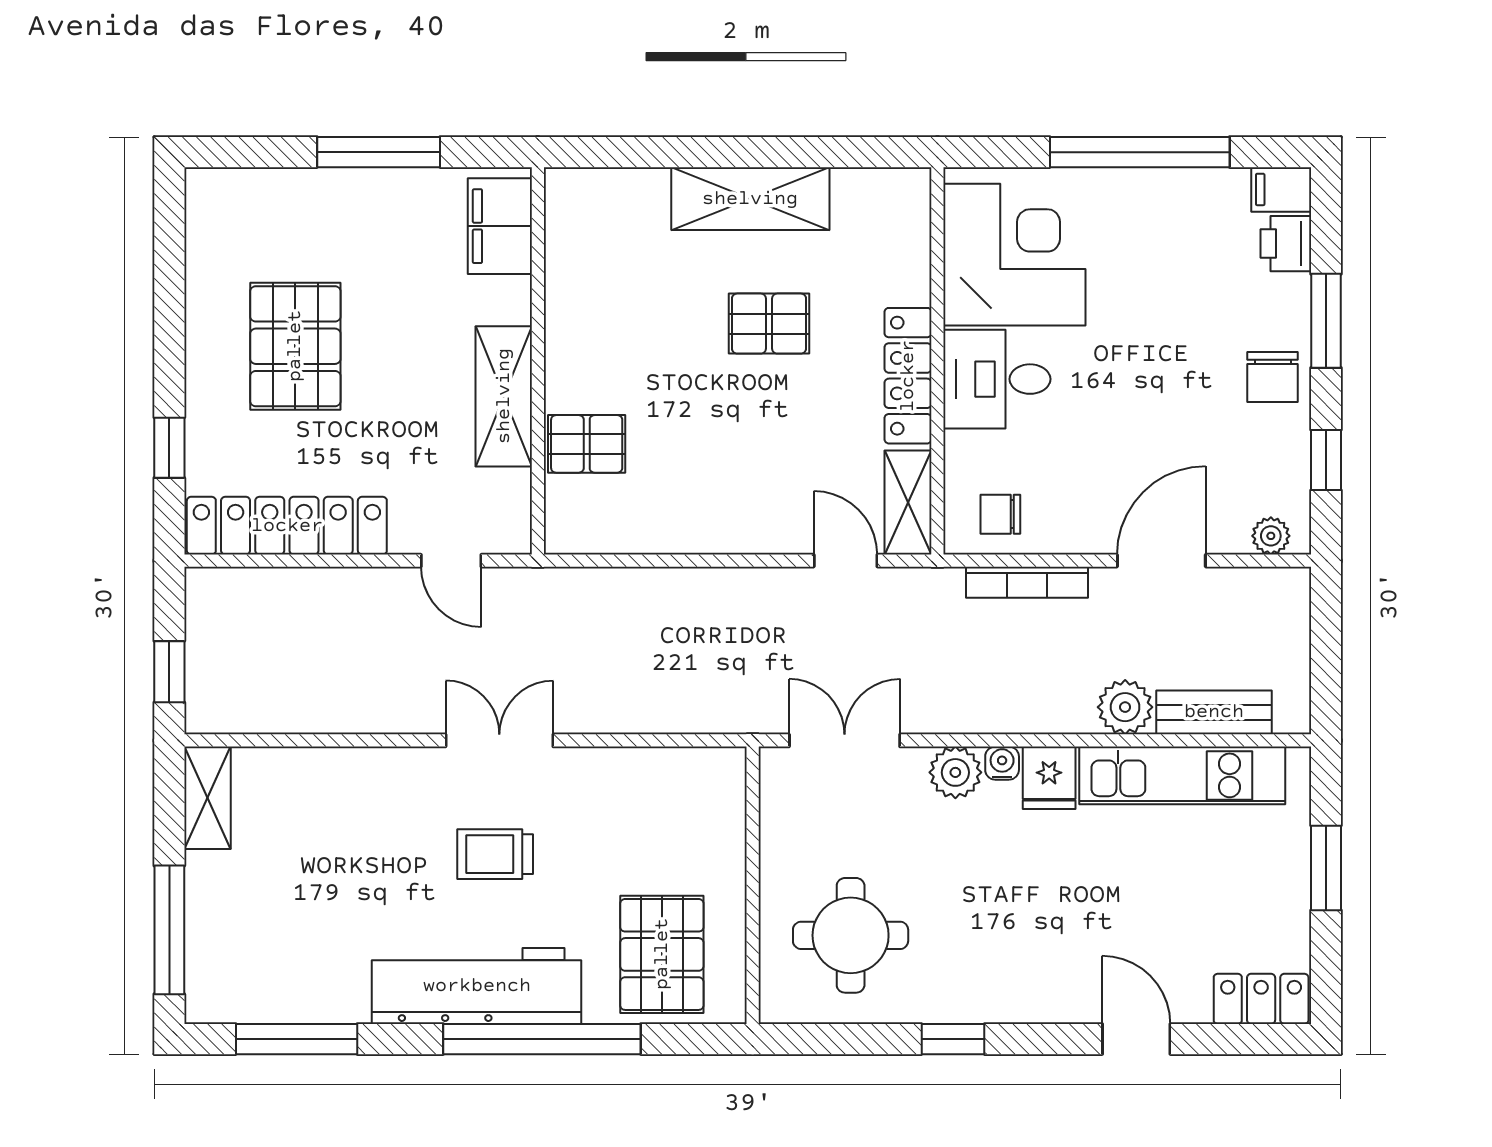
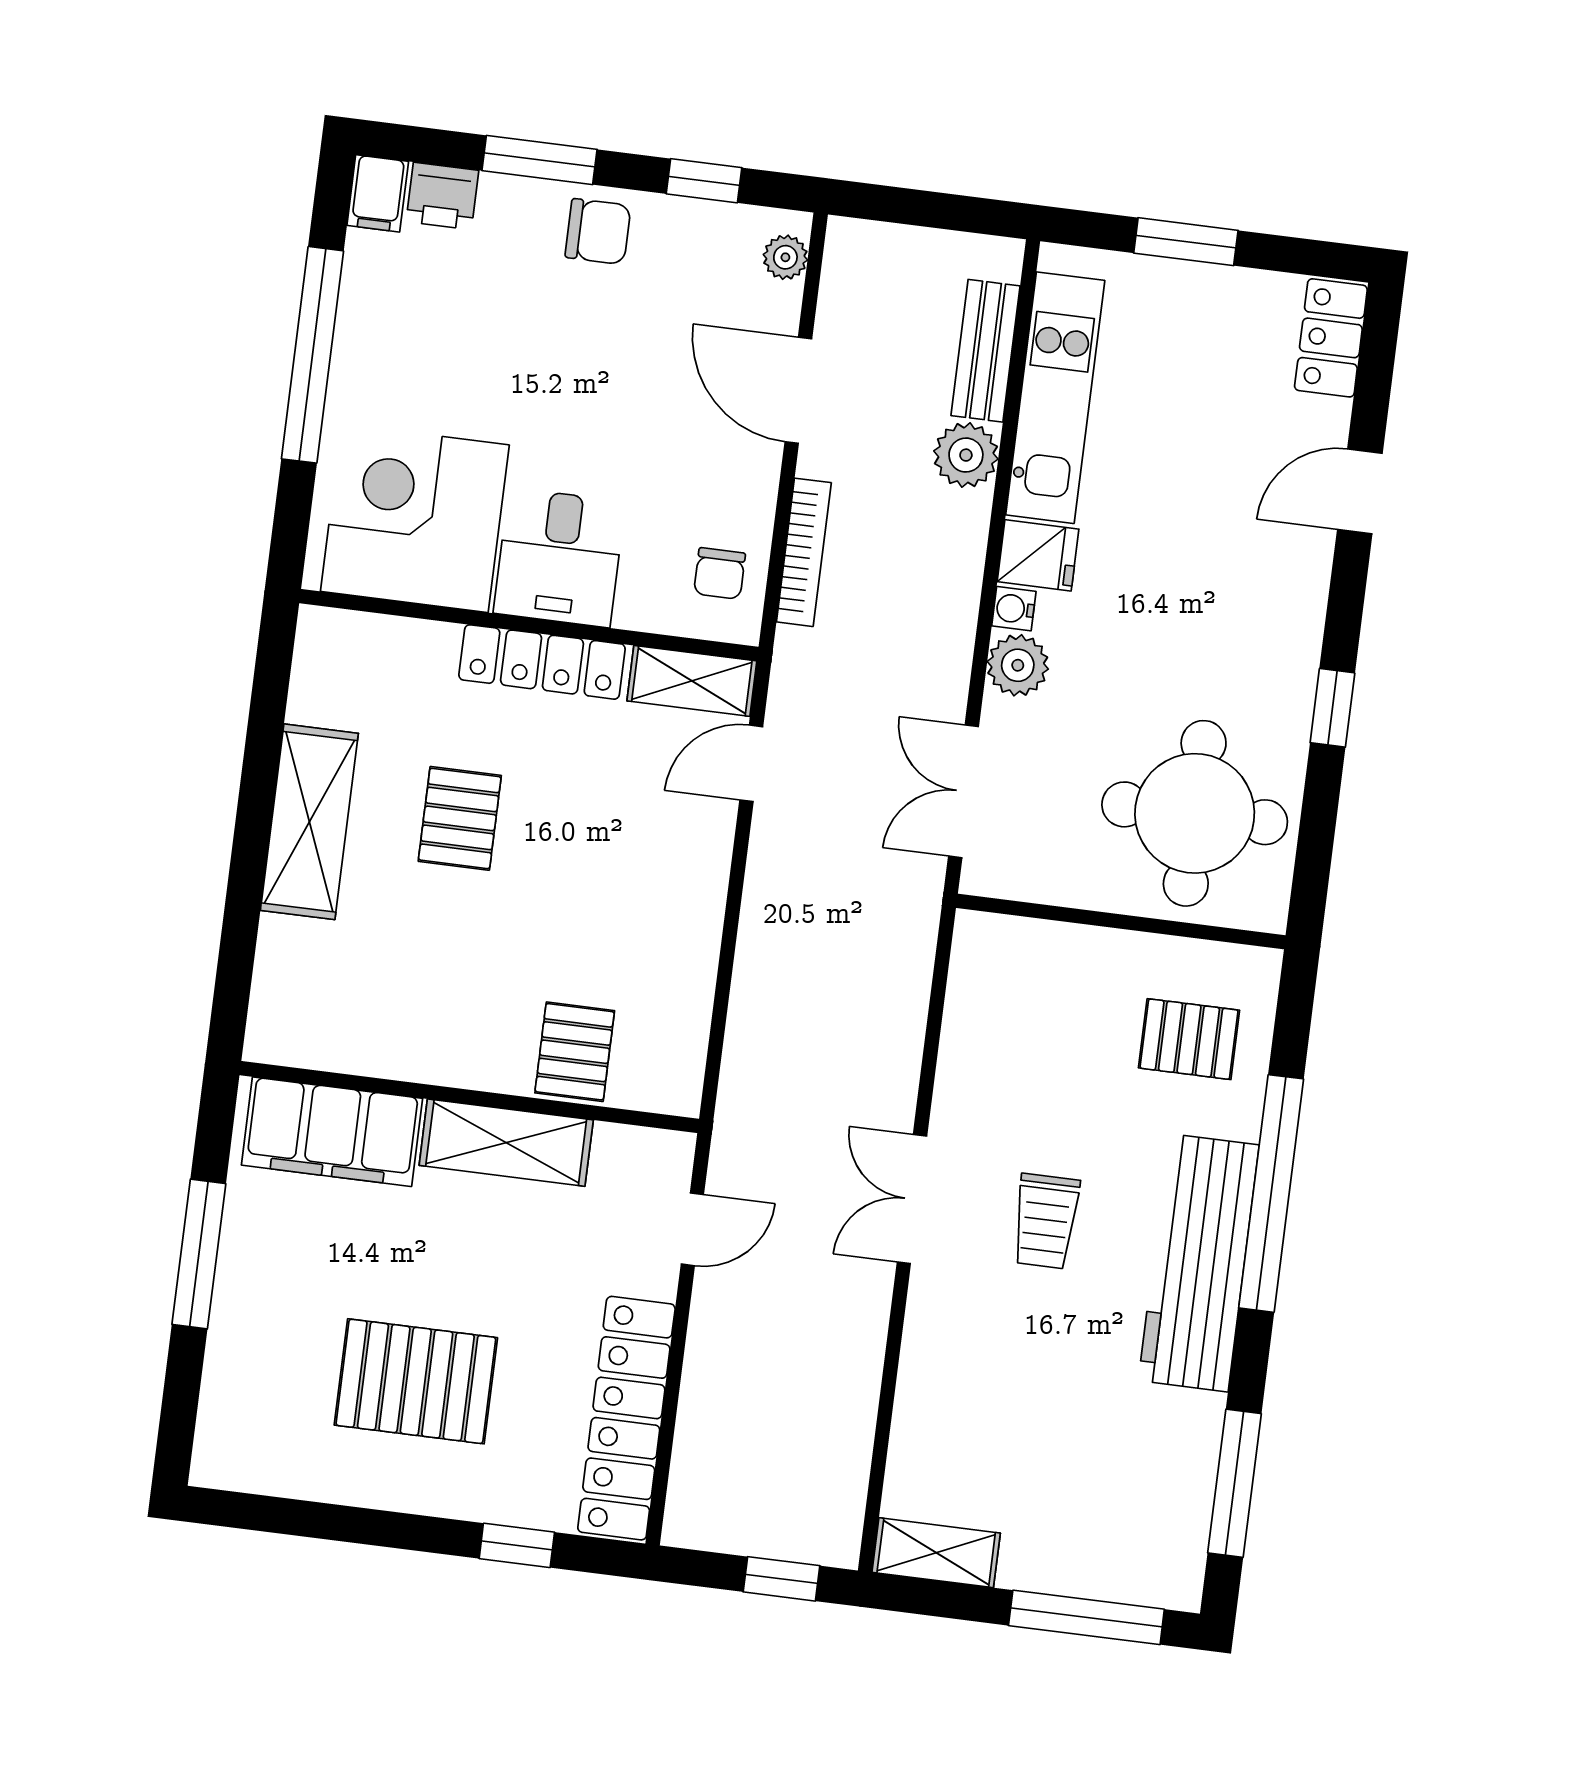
filing cabinet: (500, 226) -> (332, 1132), width x1.50, depth x1.17
round table: (851, 935) -> (1195, 813), width x1.36, depth x1.36
pallet: (662, 954) -> (1189, 1039), width x0.67, depth x0.71

